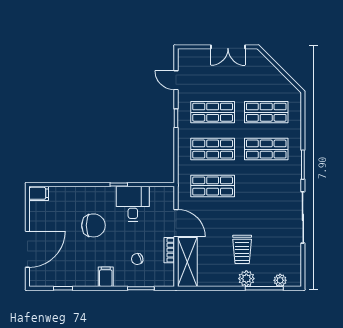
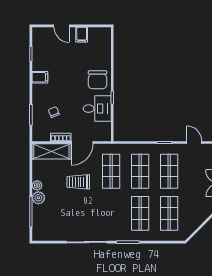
door: (176, 80) -> (194, 142), hinge flipped
filing cabinet: (39, 193) -> (82, 35), moved
chair: (93, 225) -> (97, 80), moved
door: (27, 249) -> (62, 26), width x0.53
trolley: (242, 249) -> (78, 182), moved
filing cabinet: (106, 277) -> (40, 77), moved
plant: (280, 280) -> (37, 185), moved

